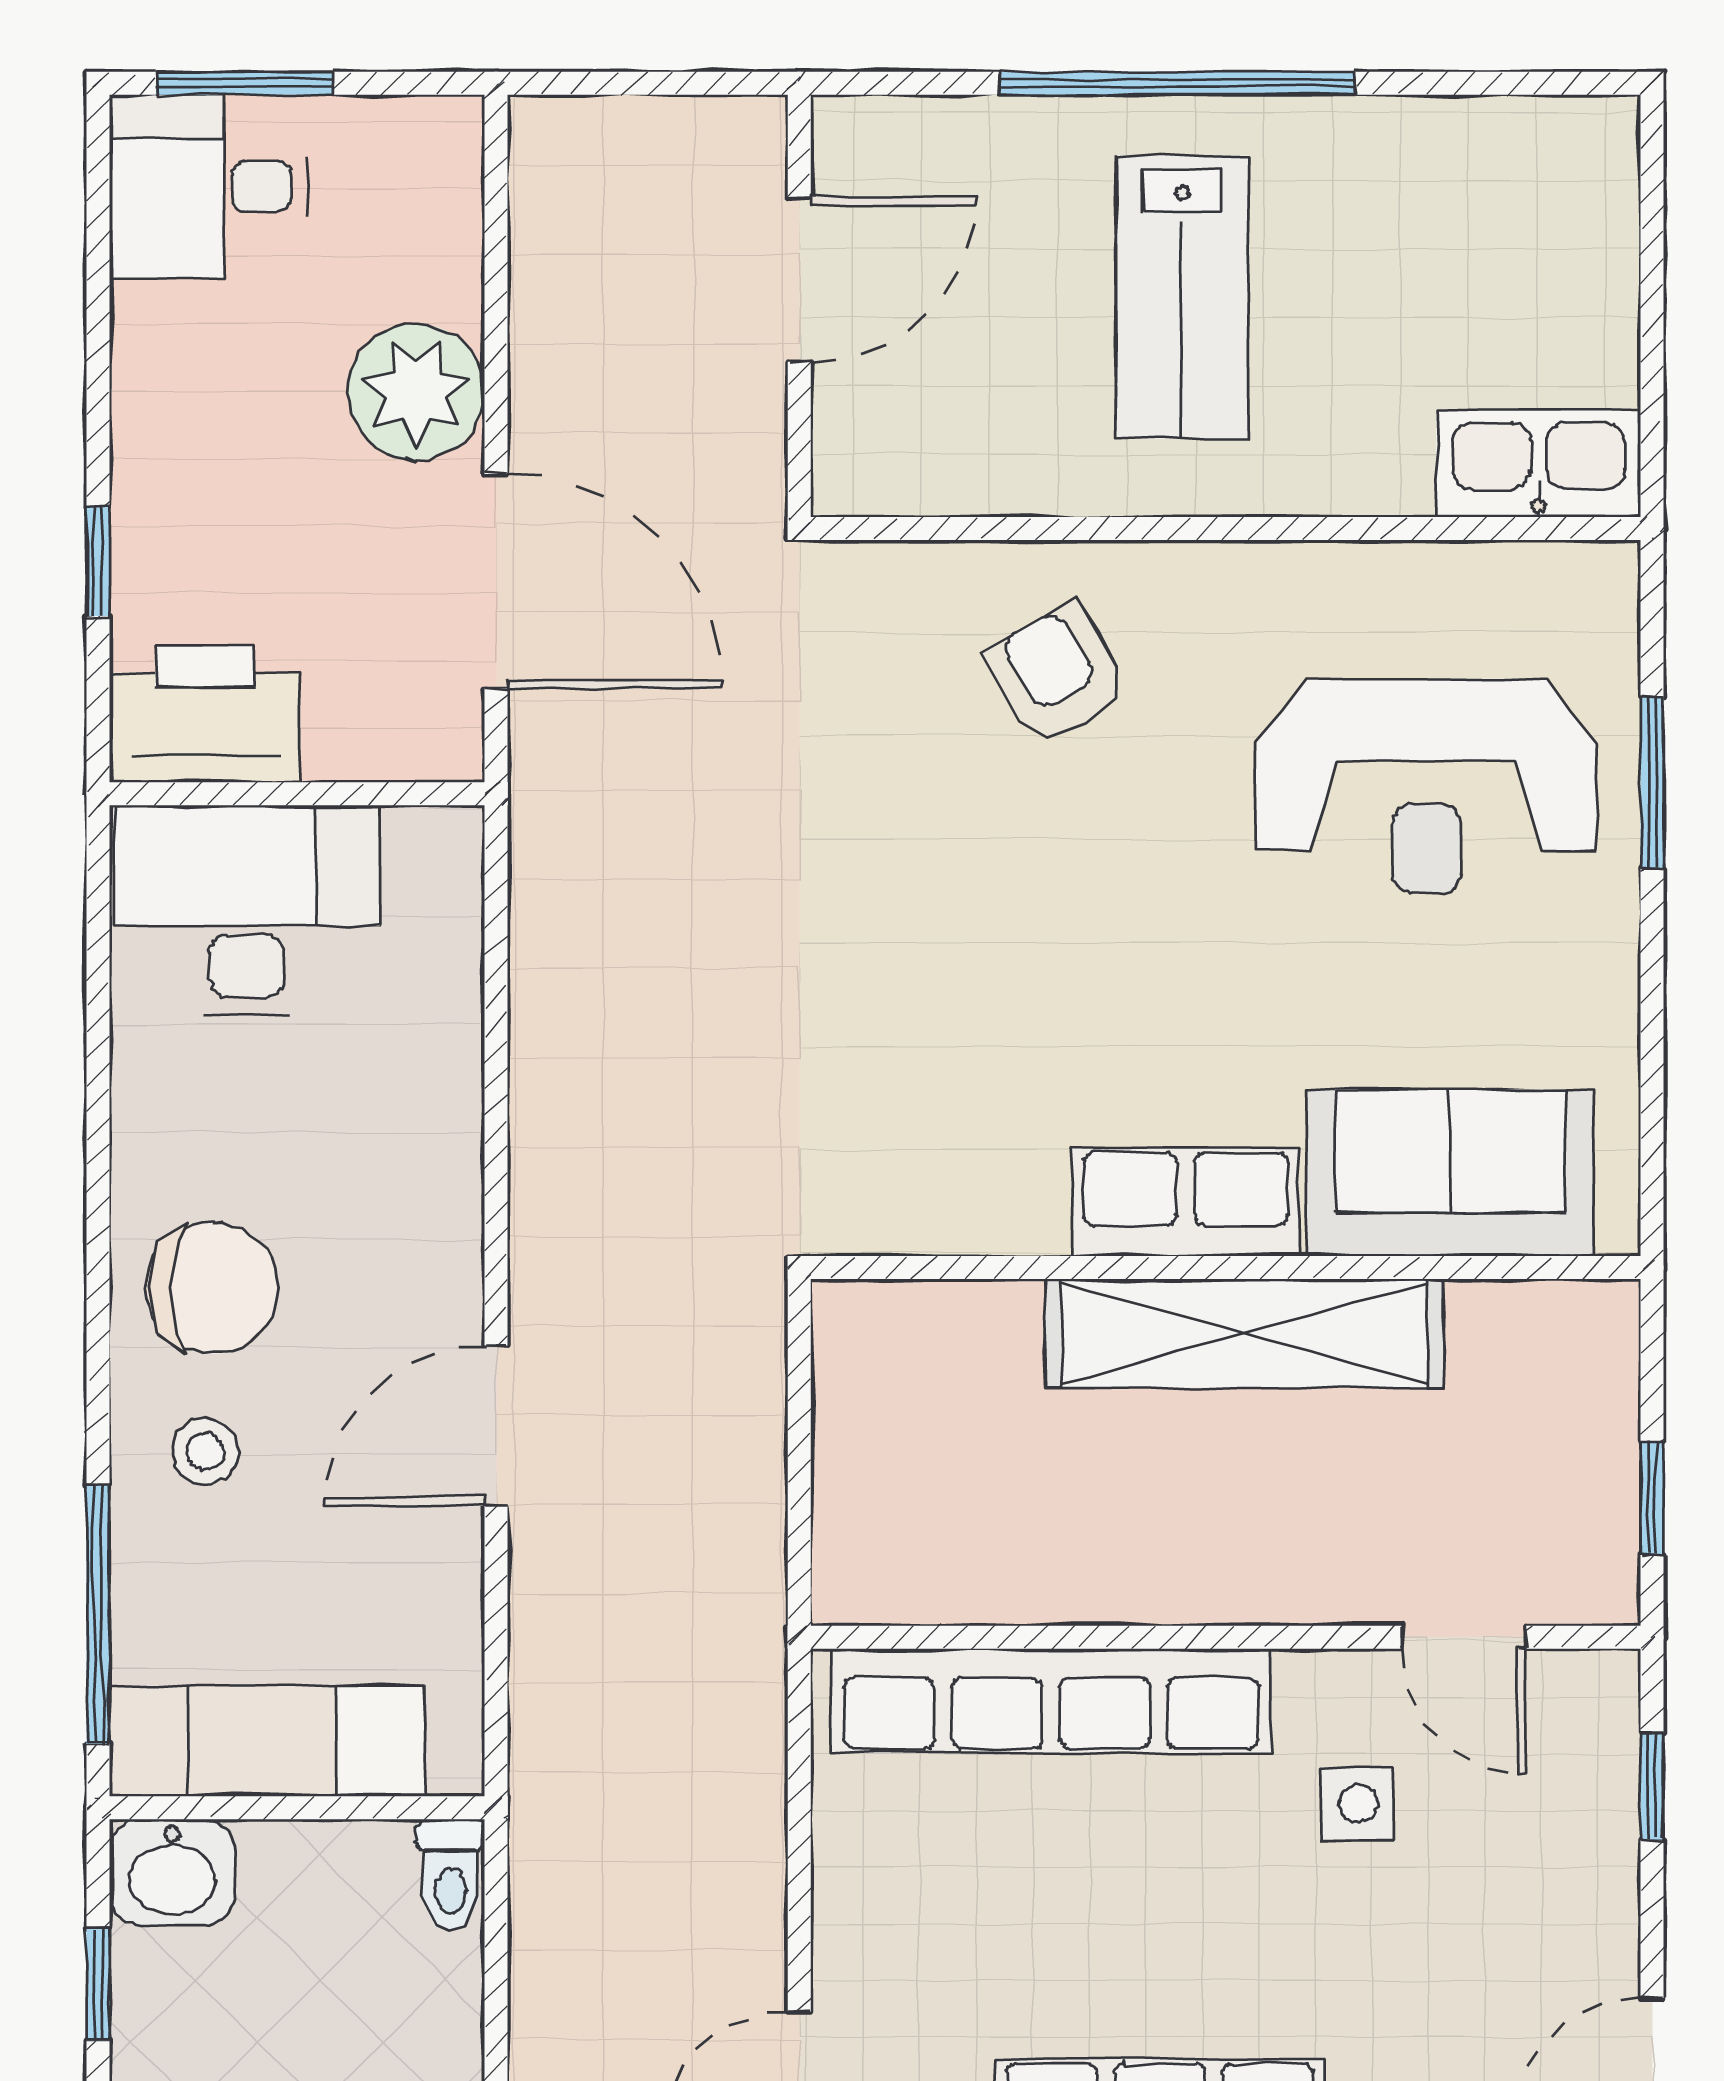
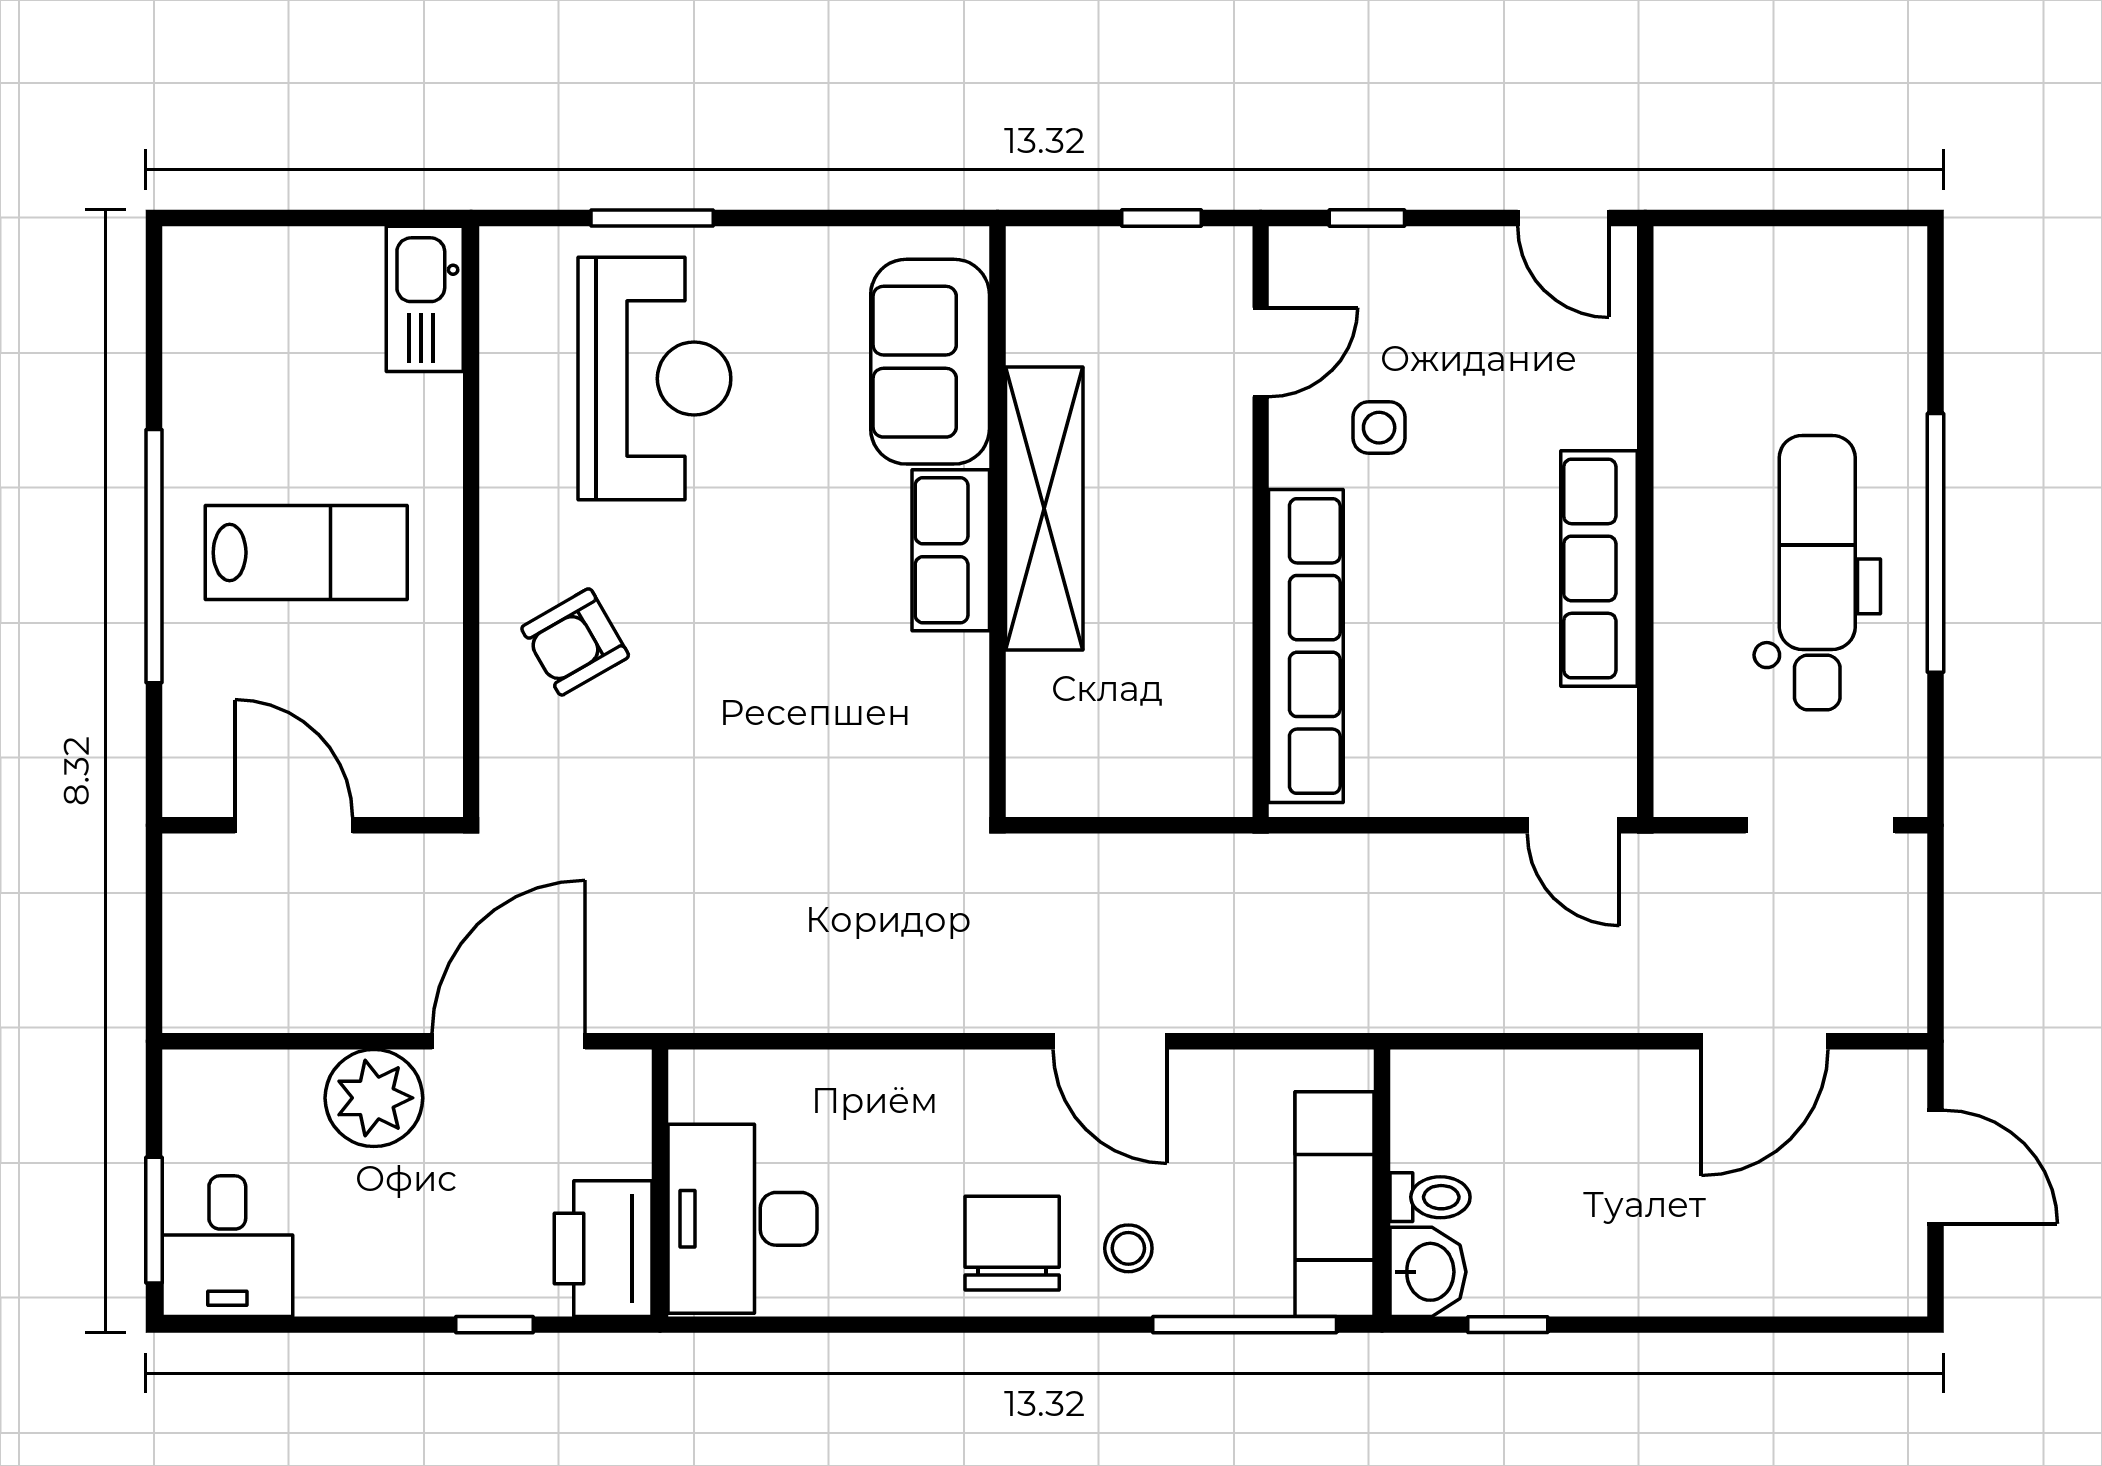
toilet: (450, 1875) -> (1430, 1197), moved

